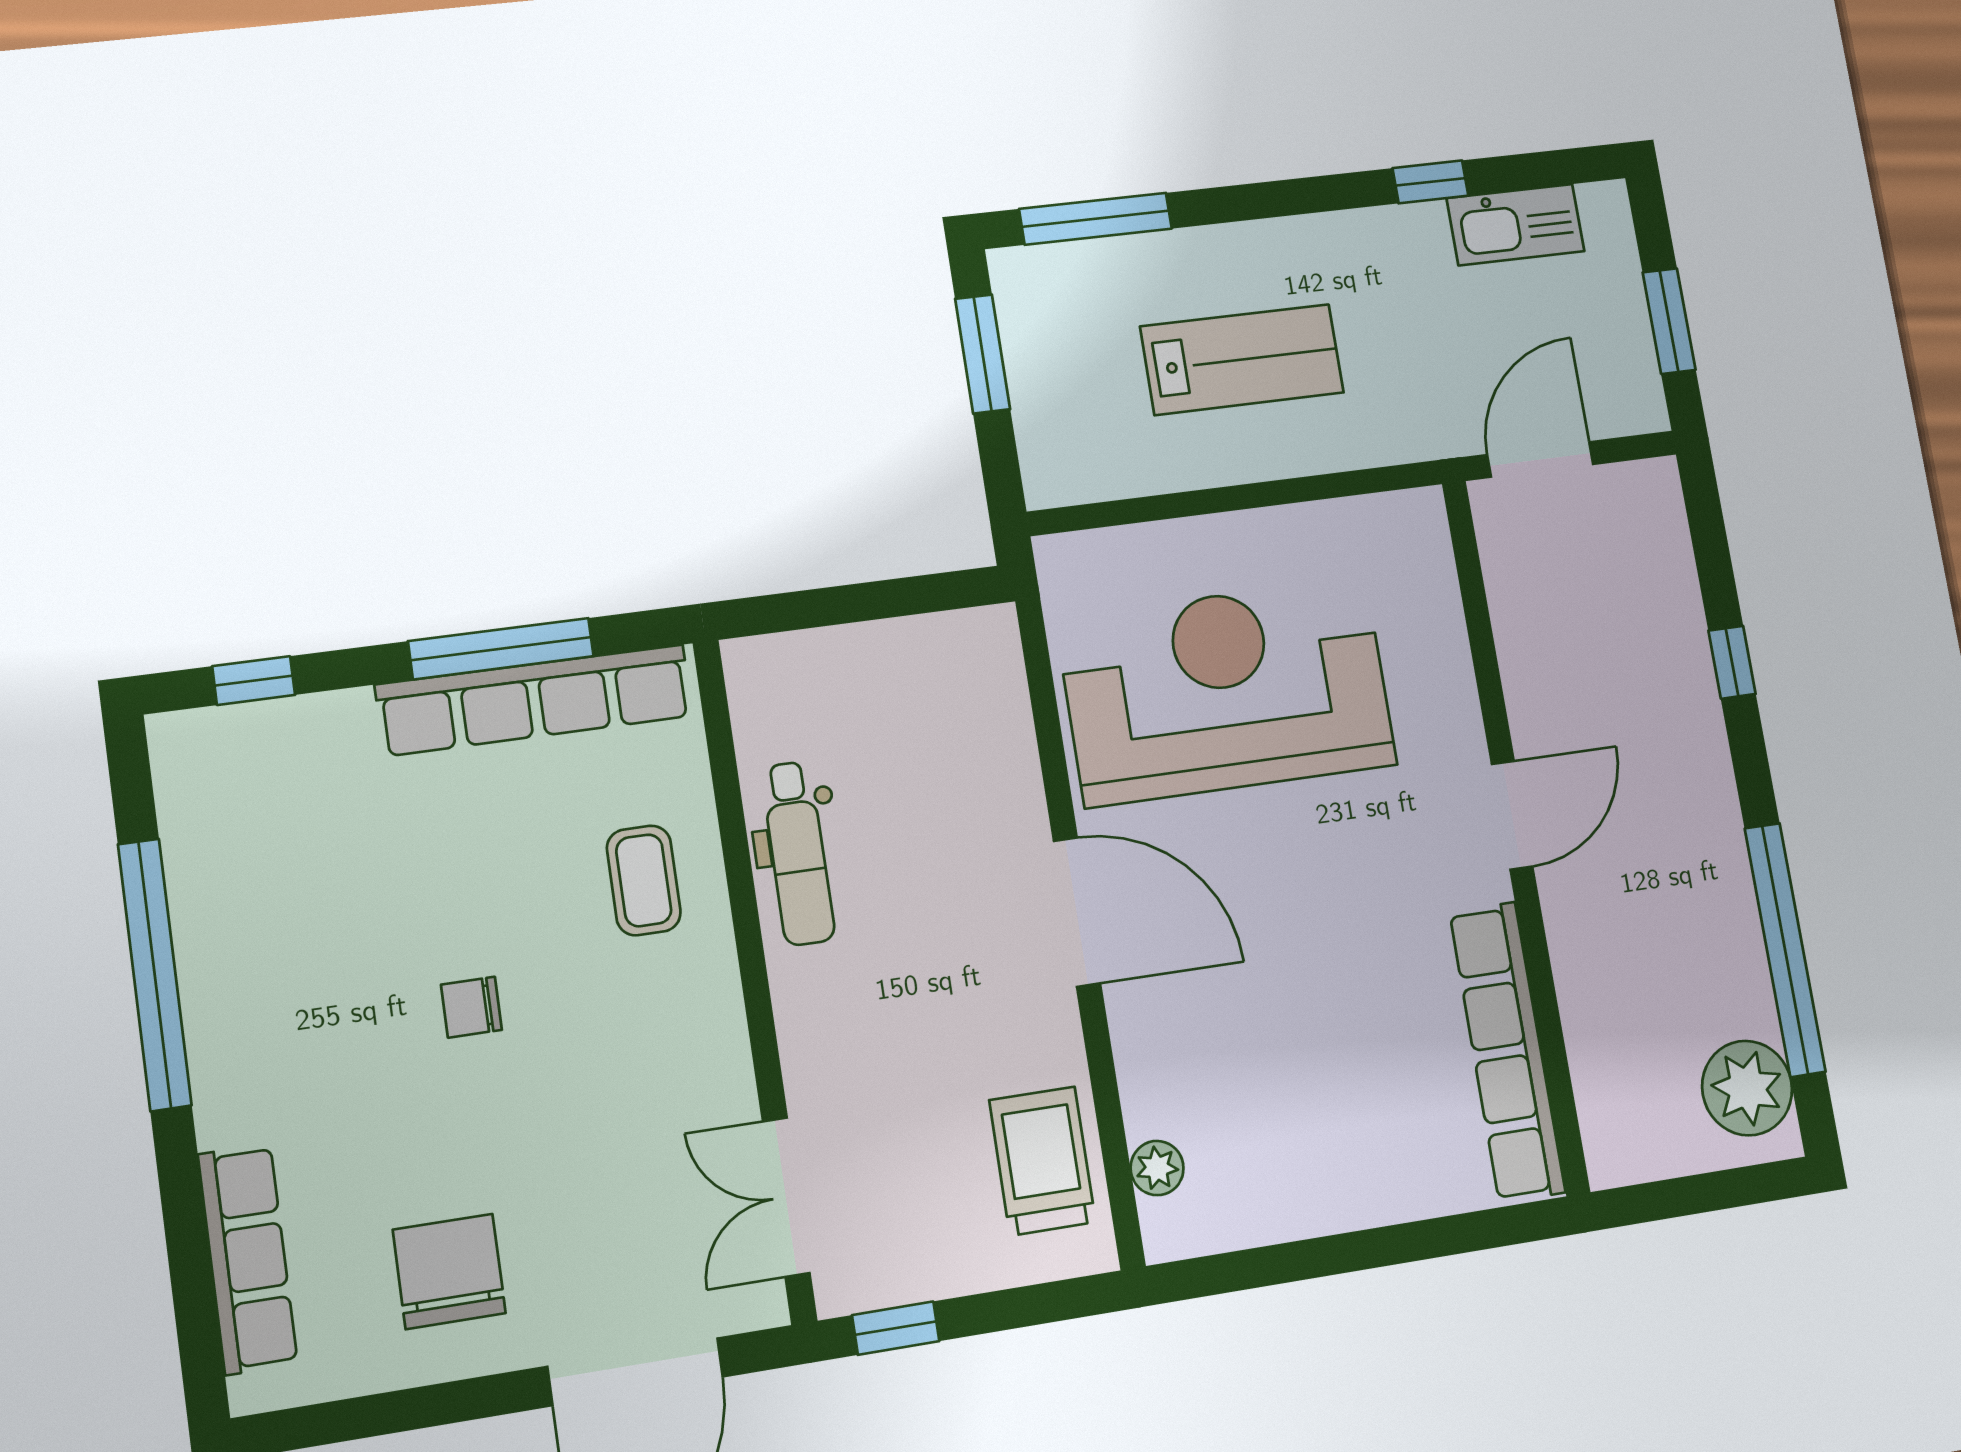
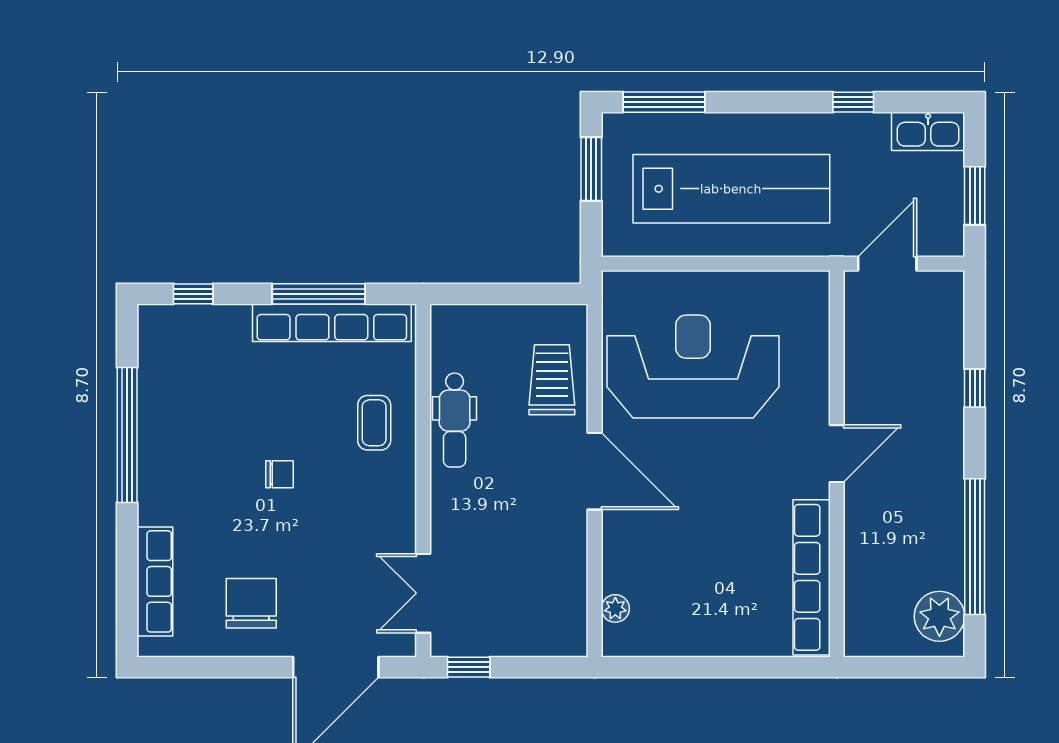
kitchen sink: (1516, 225) -> (928, 131), moved
lab bench: (1242, 360) -> (731, 189), width x1.86, depth x1.39
chair: (471, 1007) -> (279, 474), turned 180
trolley: (1042, 1161) -> (552, 380), moved

